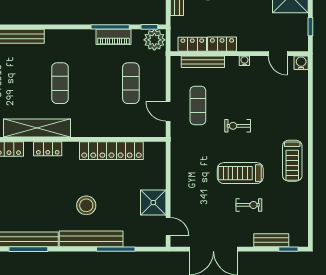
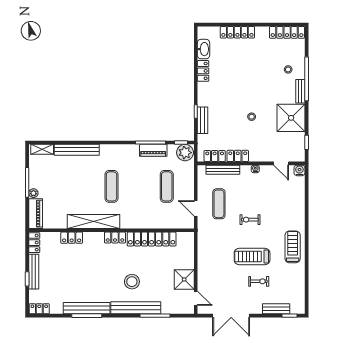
locker: (48, 149) -> (115, 238), moved
treadmill: (292, 161) -> (293, 247), turned 180

